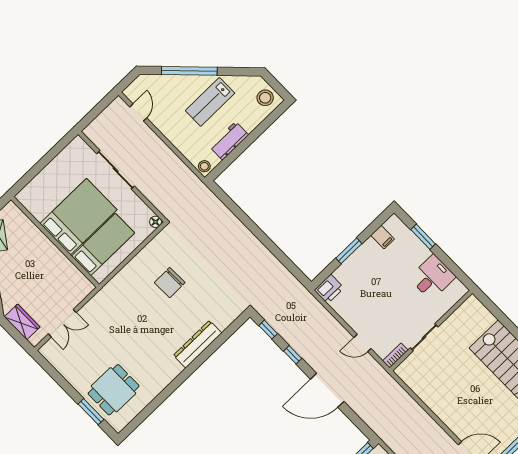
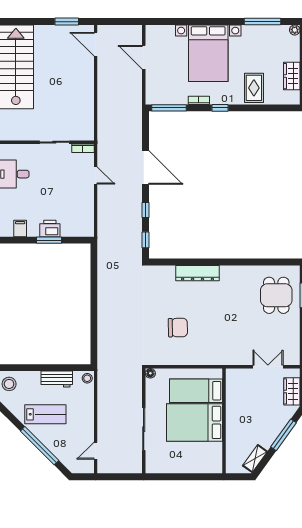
printer: (329, 289) -> (50, 229), moved
dining table: (114, 390) -> (276, 295), turned 90

